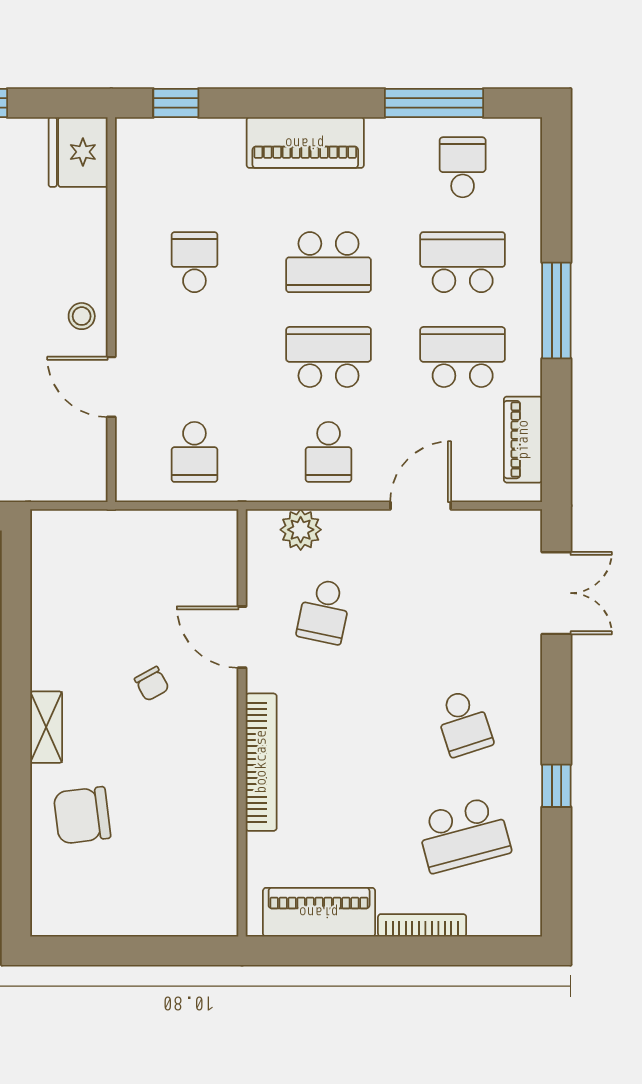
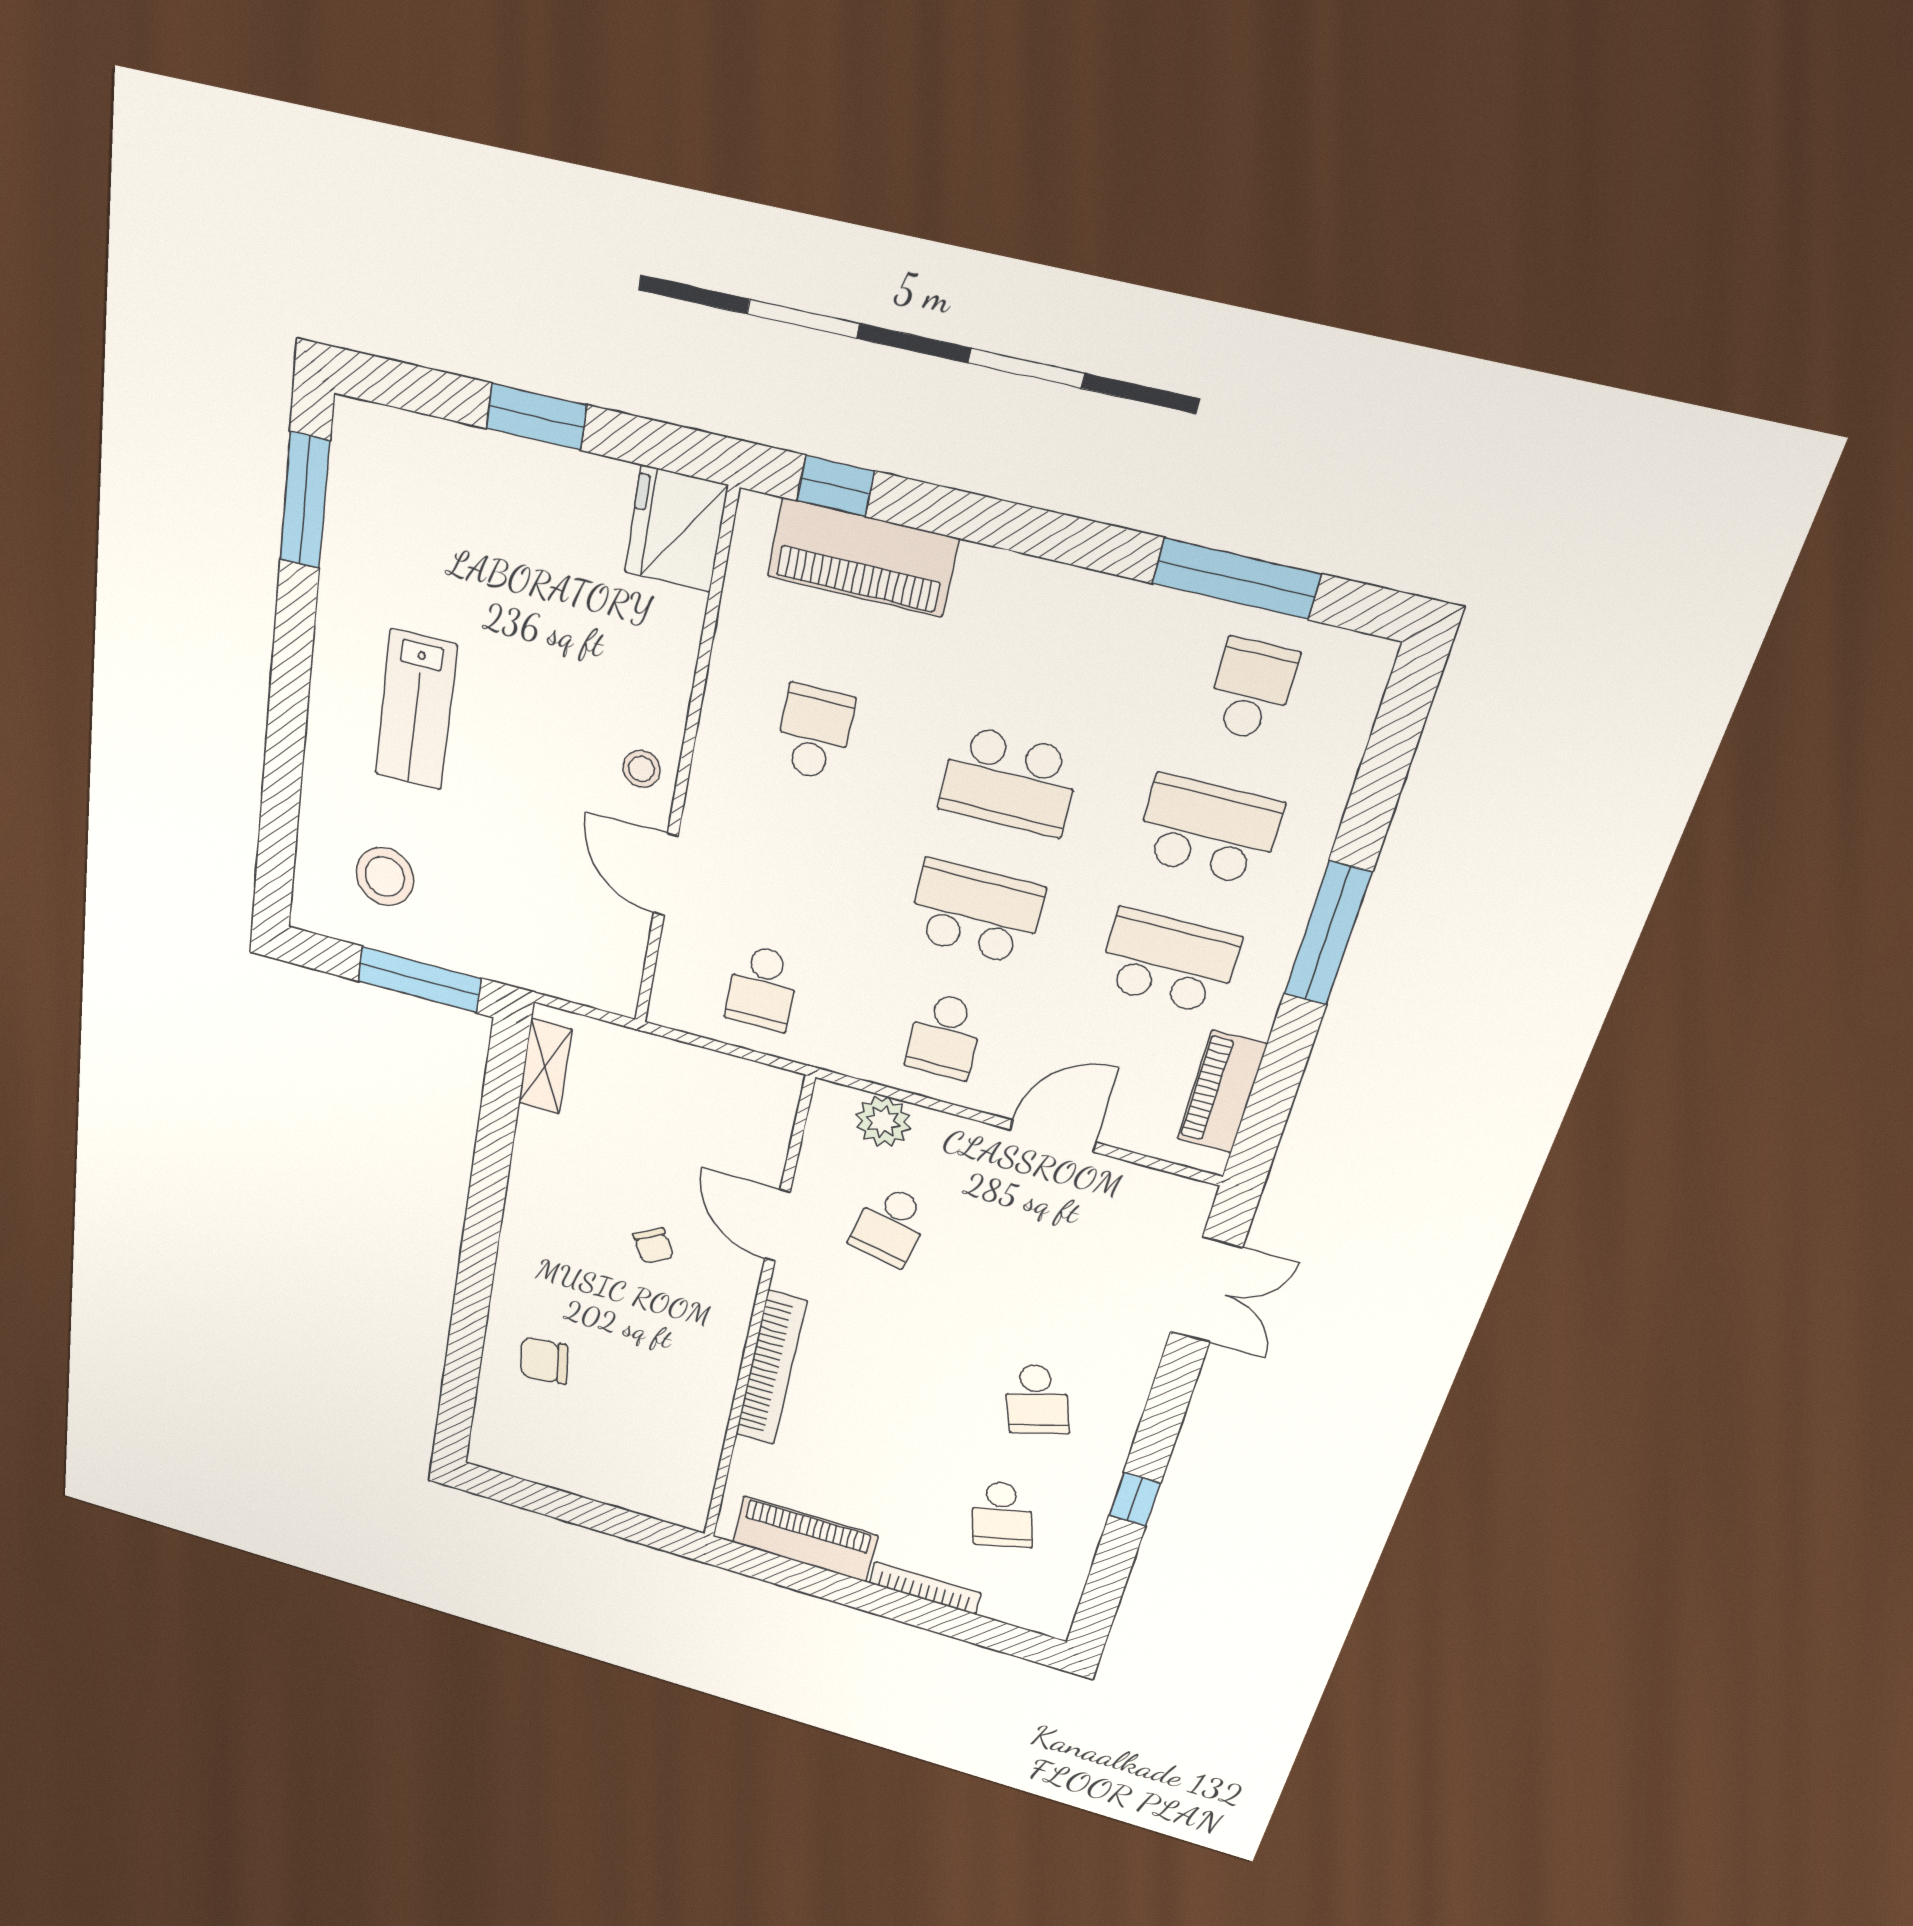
piano: (305, 143) -> (862, 557), moved
shelving: (46, 727) -> (545, 1066), moved
chair: (82, 815) -> (544, 1361), width x0.73, depth x0.73
school desk: (464, 834) -> (1002, 1515), width x0.54

